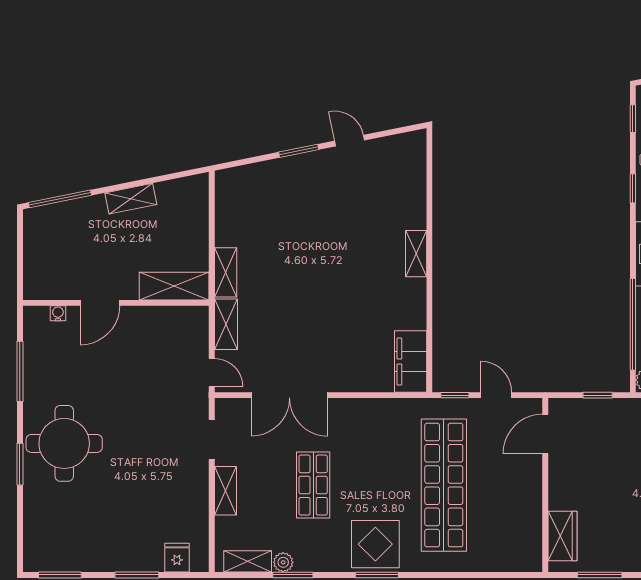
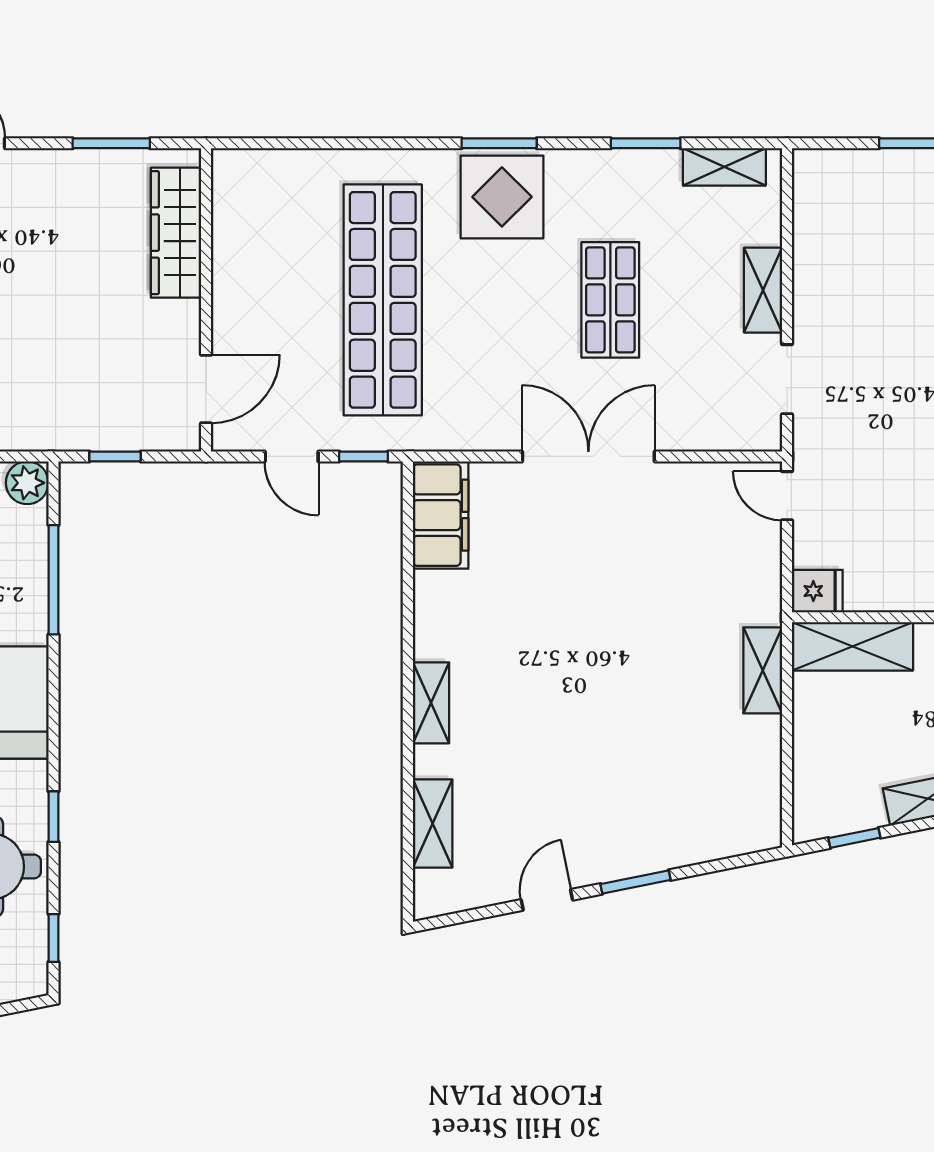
door: (350, 141) -> (547, 900), swing flipped
window: (173, 176) -> (854, 838), added
shelving: (226, 324) -> (433, 823), moved
window: (633, 324) -> (53, 580), width x0.68
double door: (289, 395) -> (588, 456), moved
wardrobe: (563, 536) -> (176, 233), width x1.50
fridge: (177, 558) -> (817, 591), moved, turned -90
plant: (283, 562) -> (662, 165), removed

